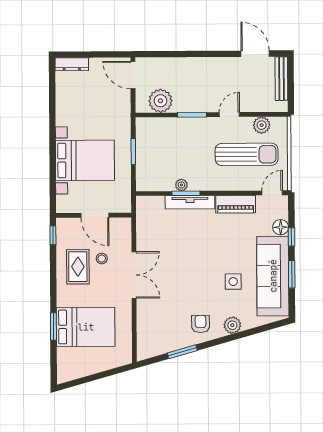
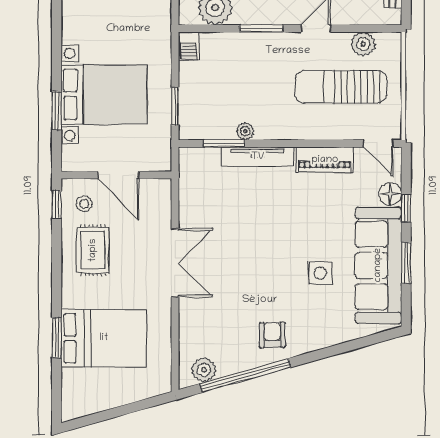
barbecue: (143, 127) -> (189, 46), added
window: (133, 152) -> (175, 106), moved
sun lounger: (247, 154) -> (341, 87), turned 180
window: (53, 172) -> (57, 111), added
window: (186, 193) -> (224, 143), moved
door: (272, 193) -> (378, 143), swing flipped
stool: (102, 259) -> (84, 204), moved
plant: (232, 325) -> (204, 370), moved
window: (182, 352) -> (245, 376), width x2.11

